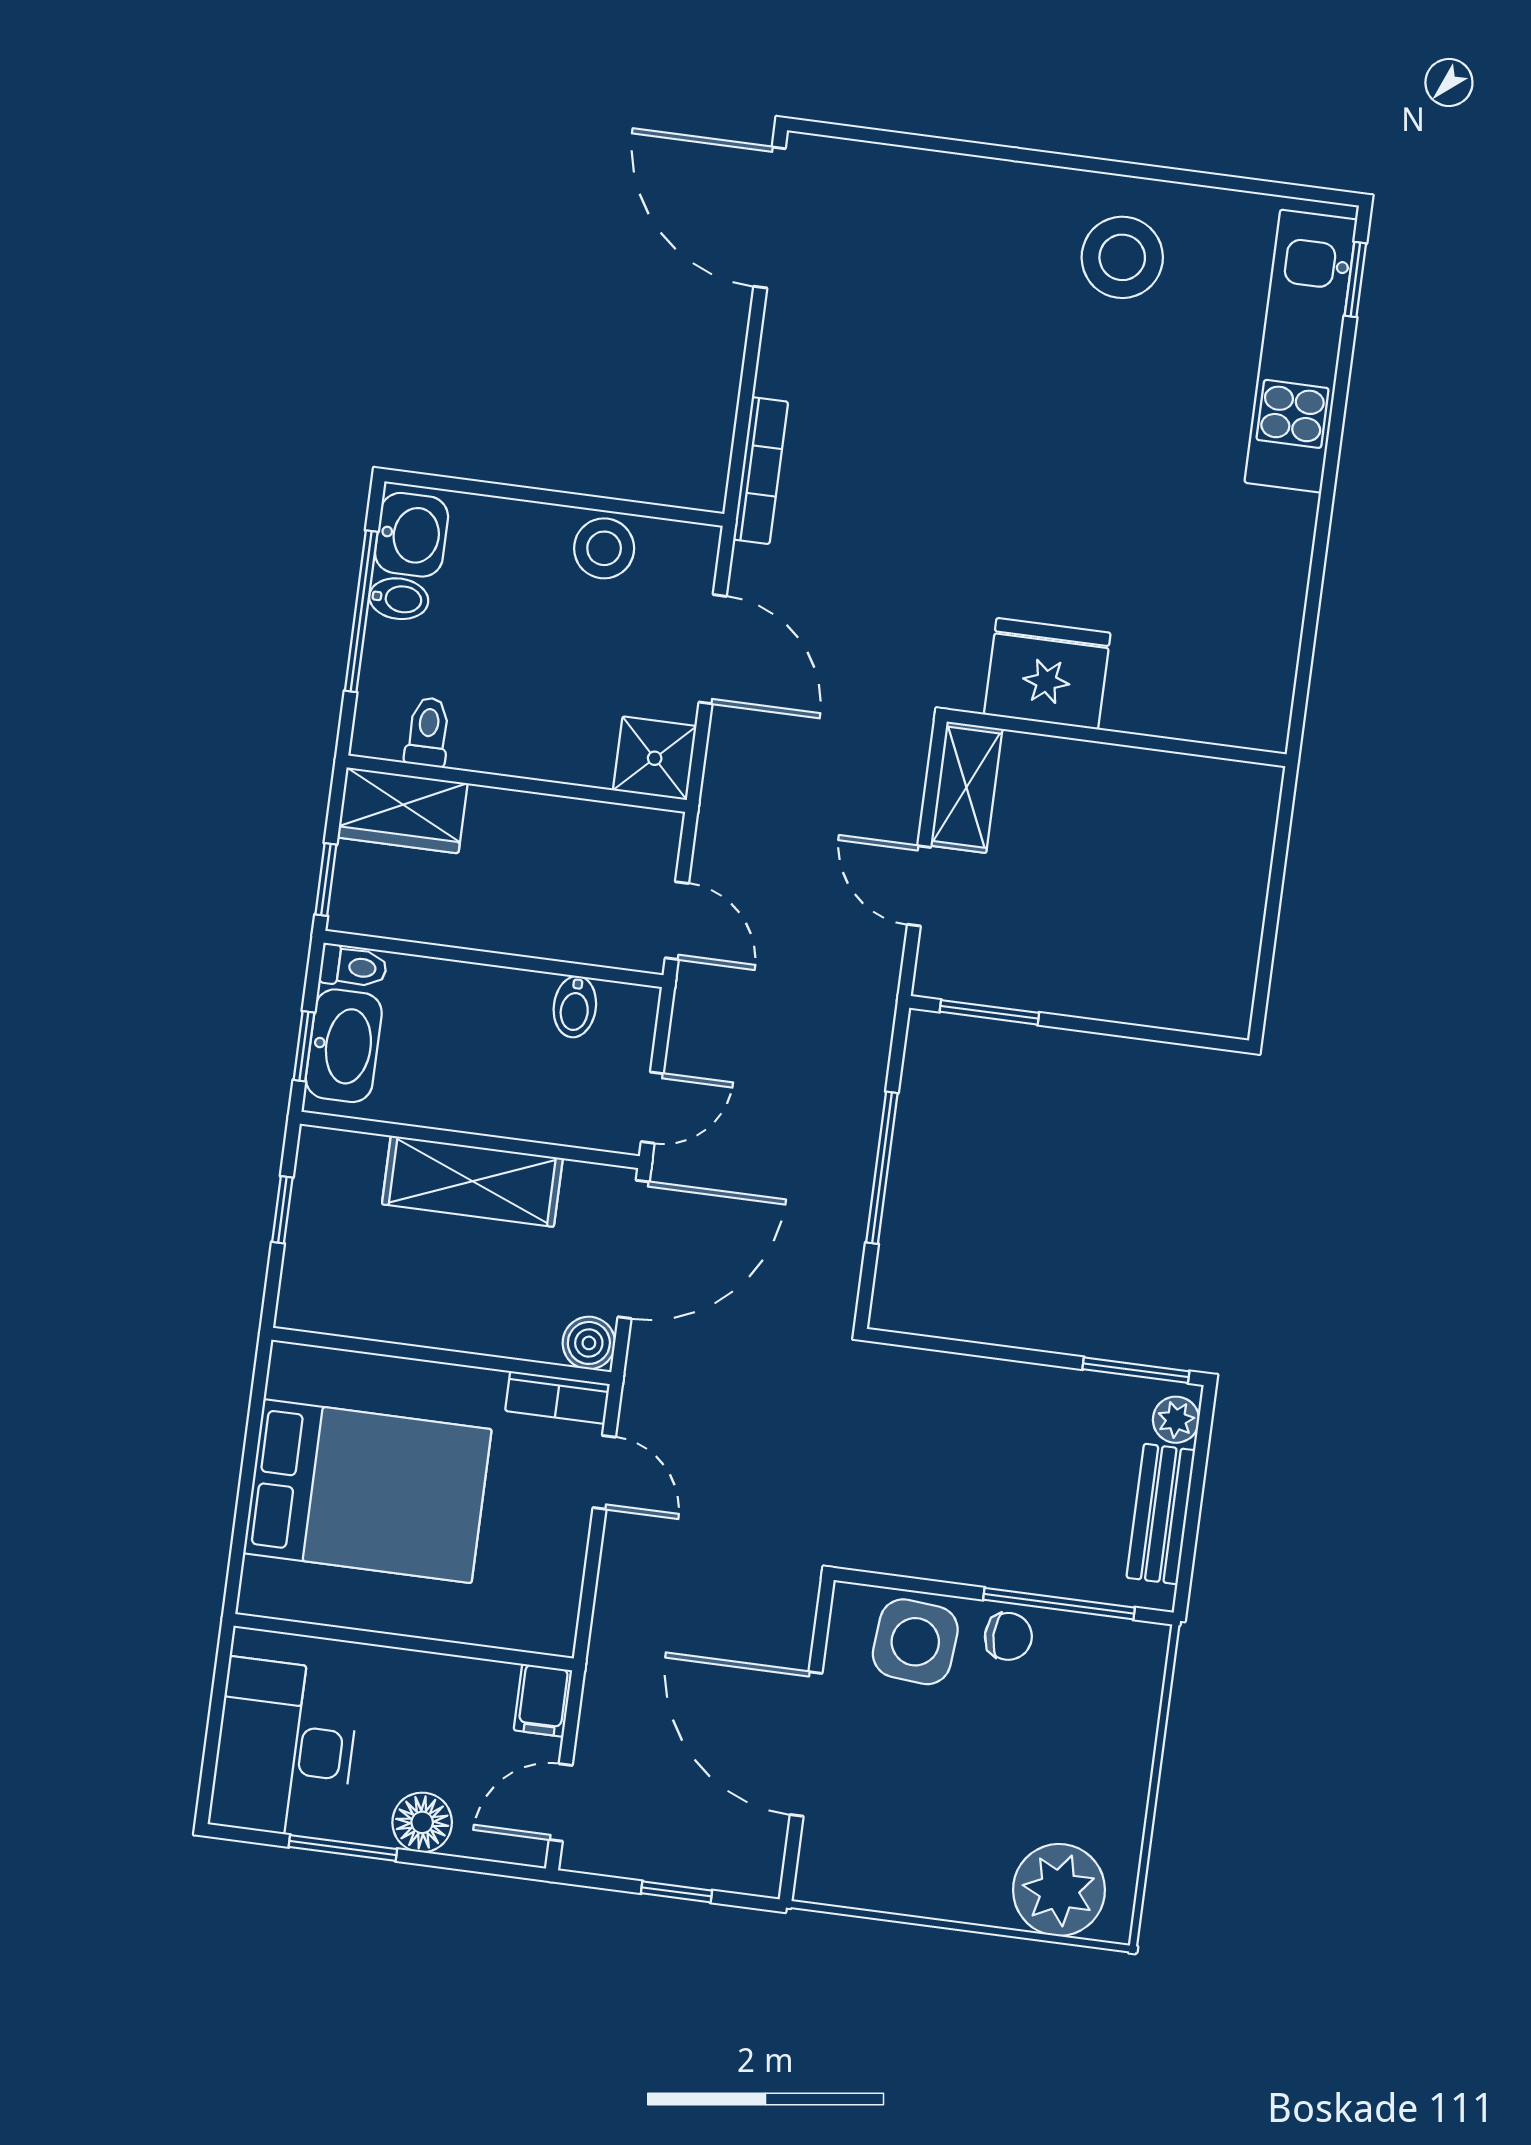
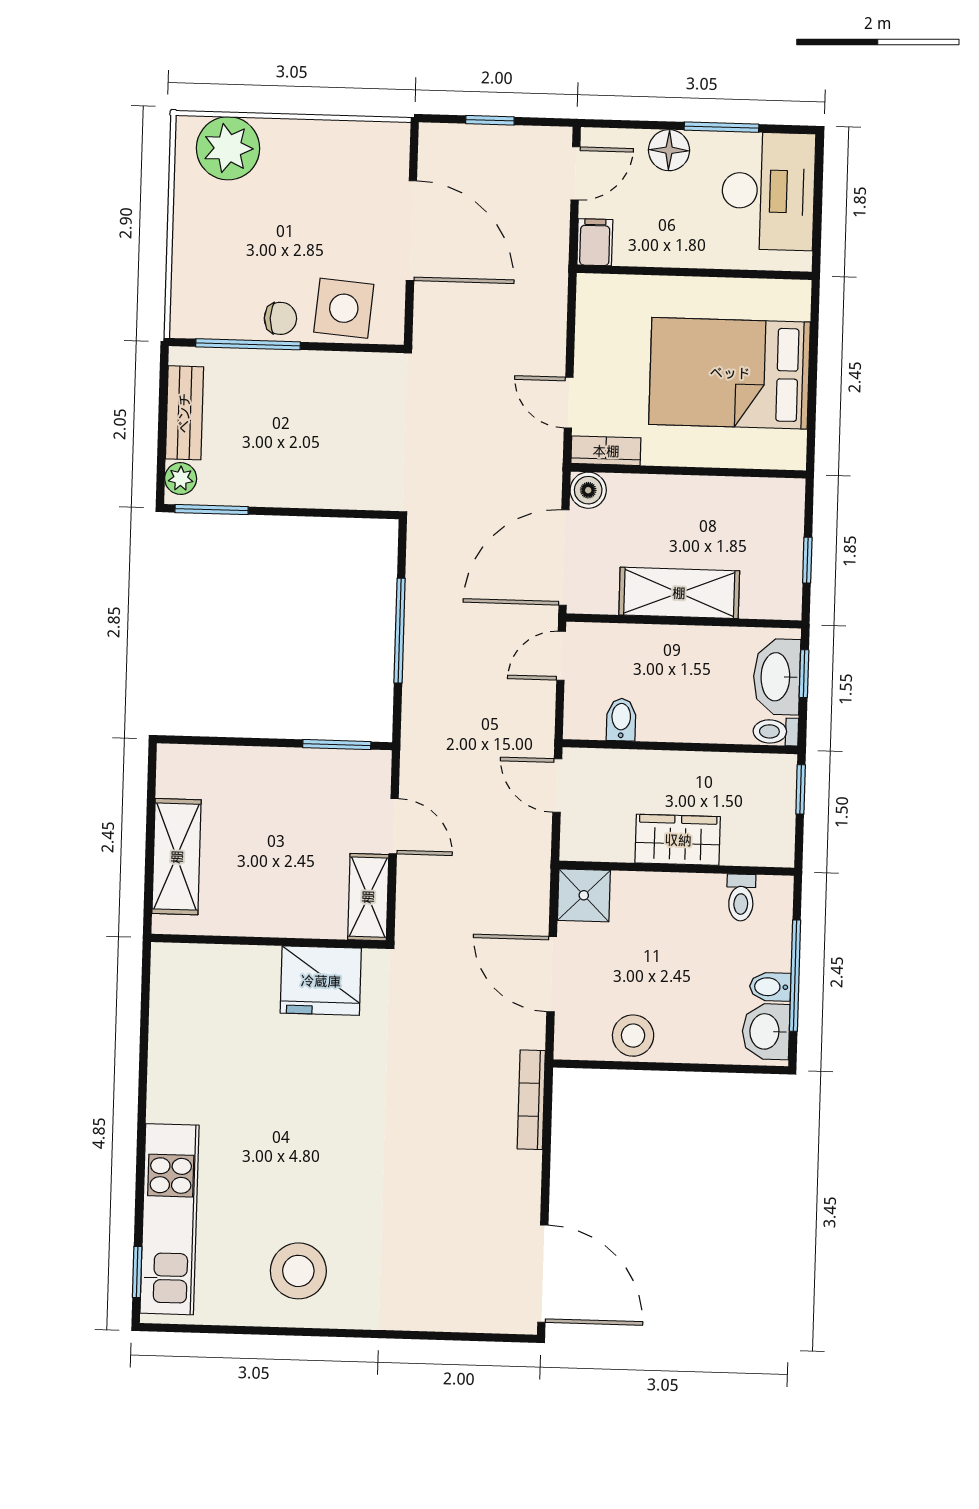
wardrobe: (402, 810) -> (678, 840), moved
shelving: (1237, 874) -> (177, 857), added
chair: (1008, 1636) -> (280, 318), turned 180

